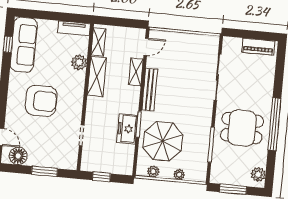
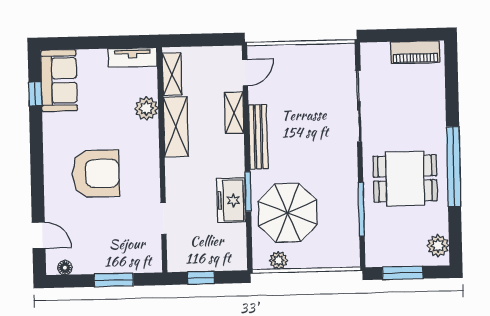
sofa: (24, 45) -> (59, 81), width x0.73
floor lamp: (18, 156) -> (65, 268), width x0.53, depth x0.53
plant: (179, 175) -> (318, 260), removed

